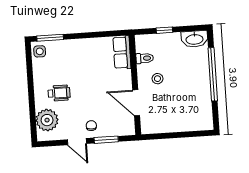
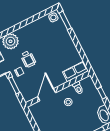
wheelchair: (59, 93) -> (28, 59), moved

